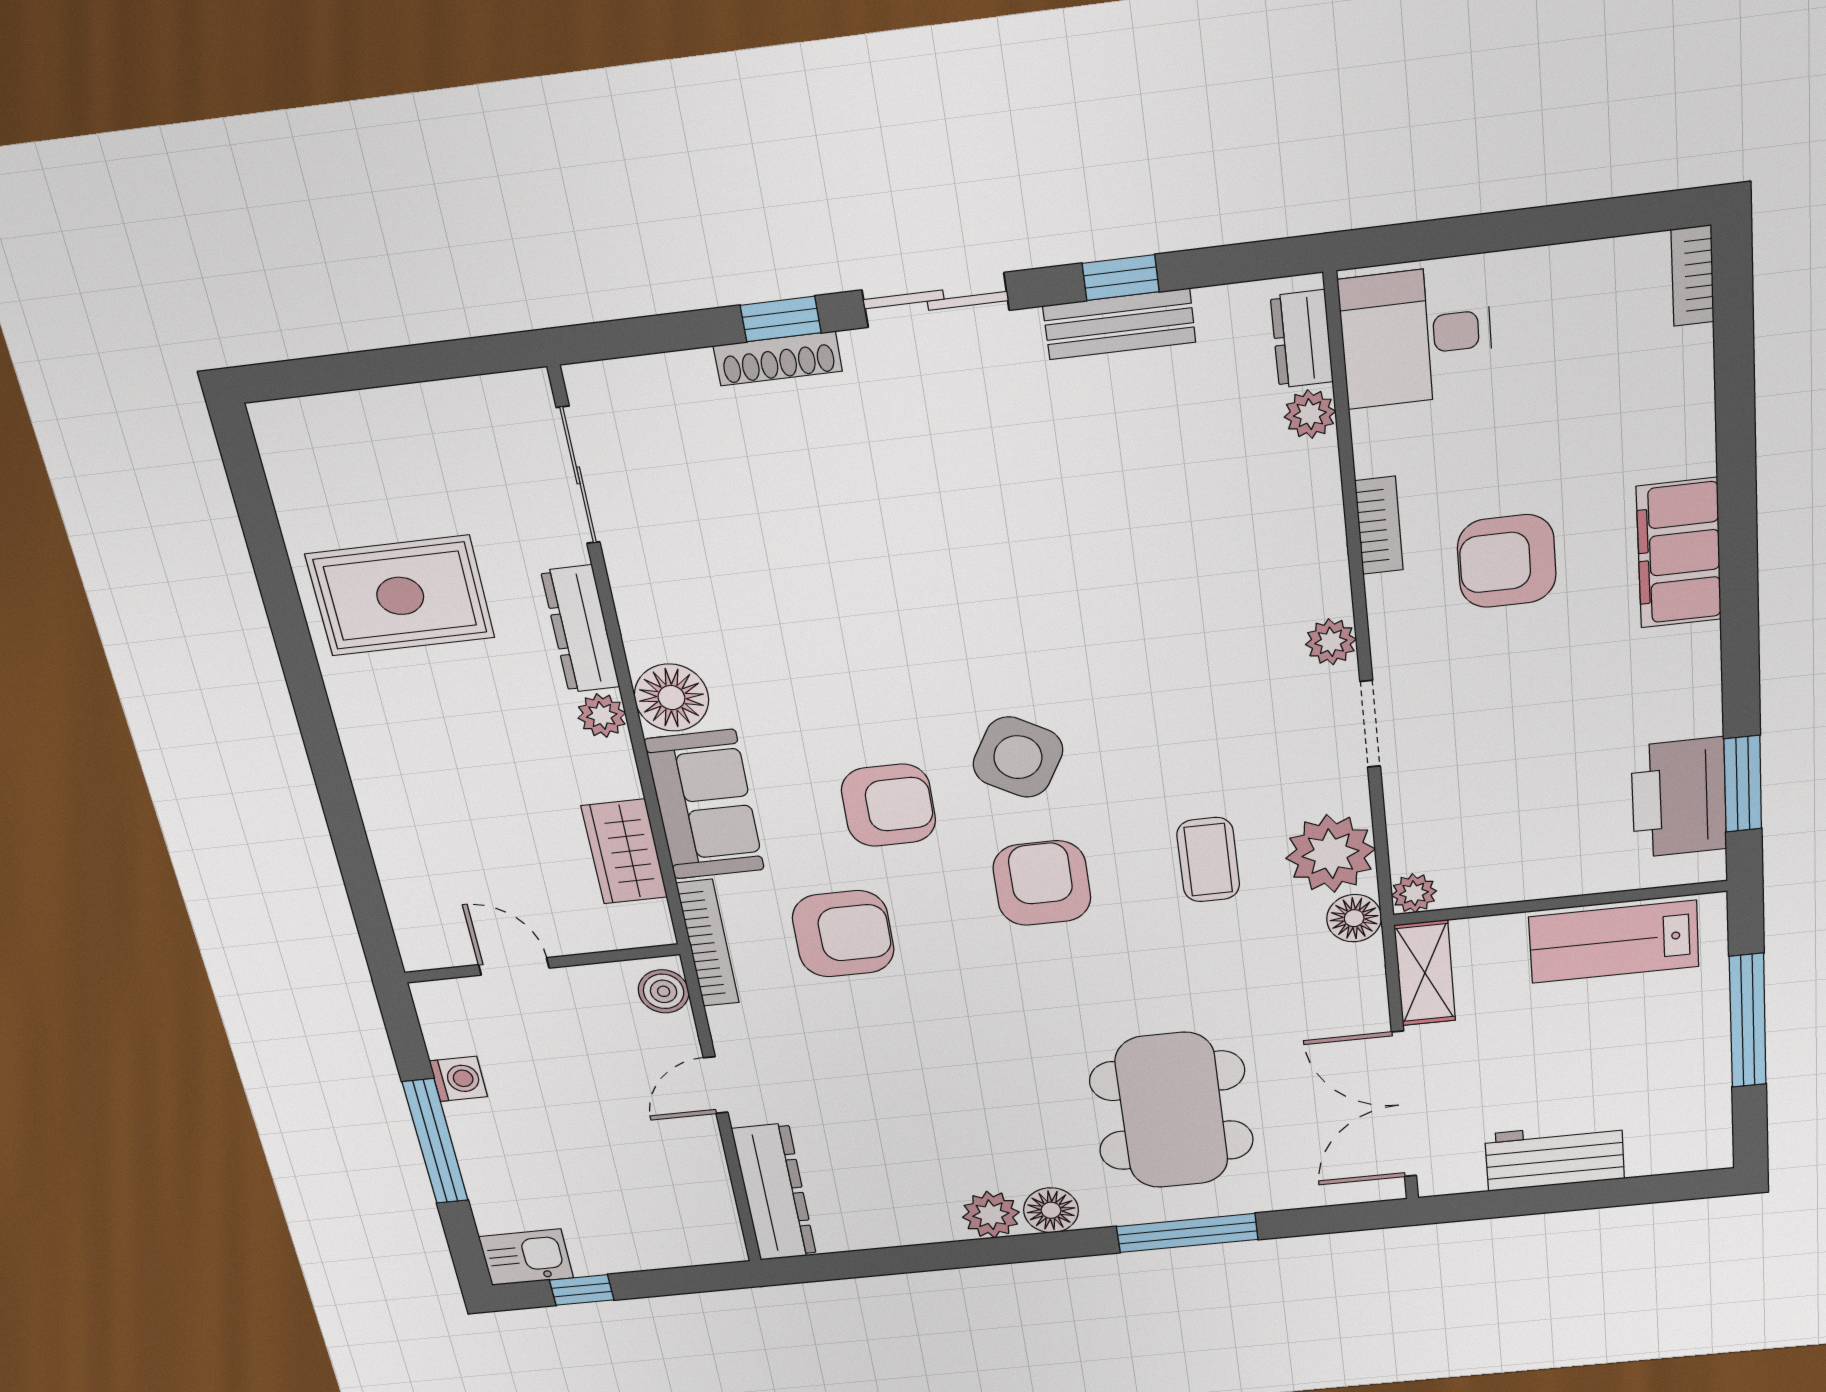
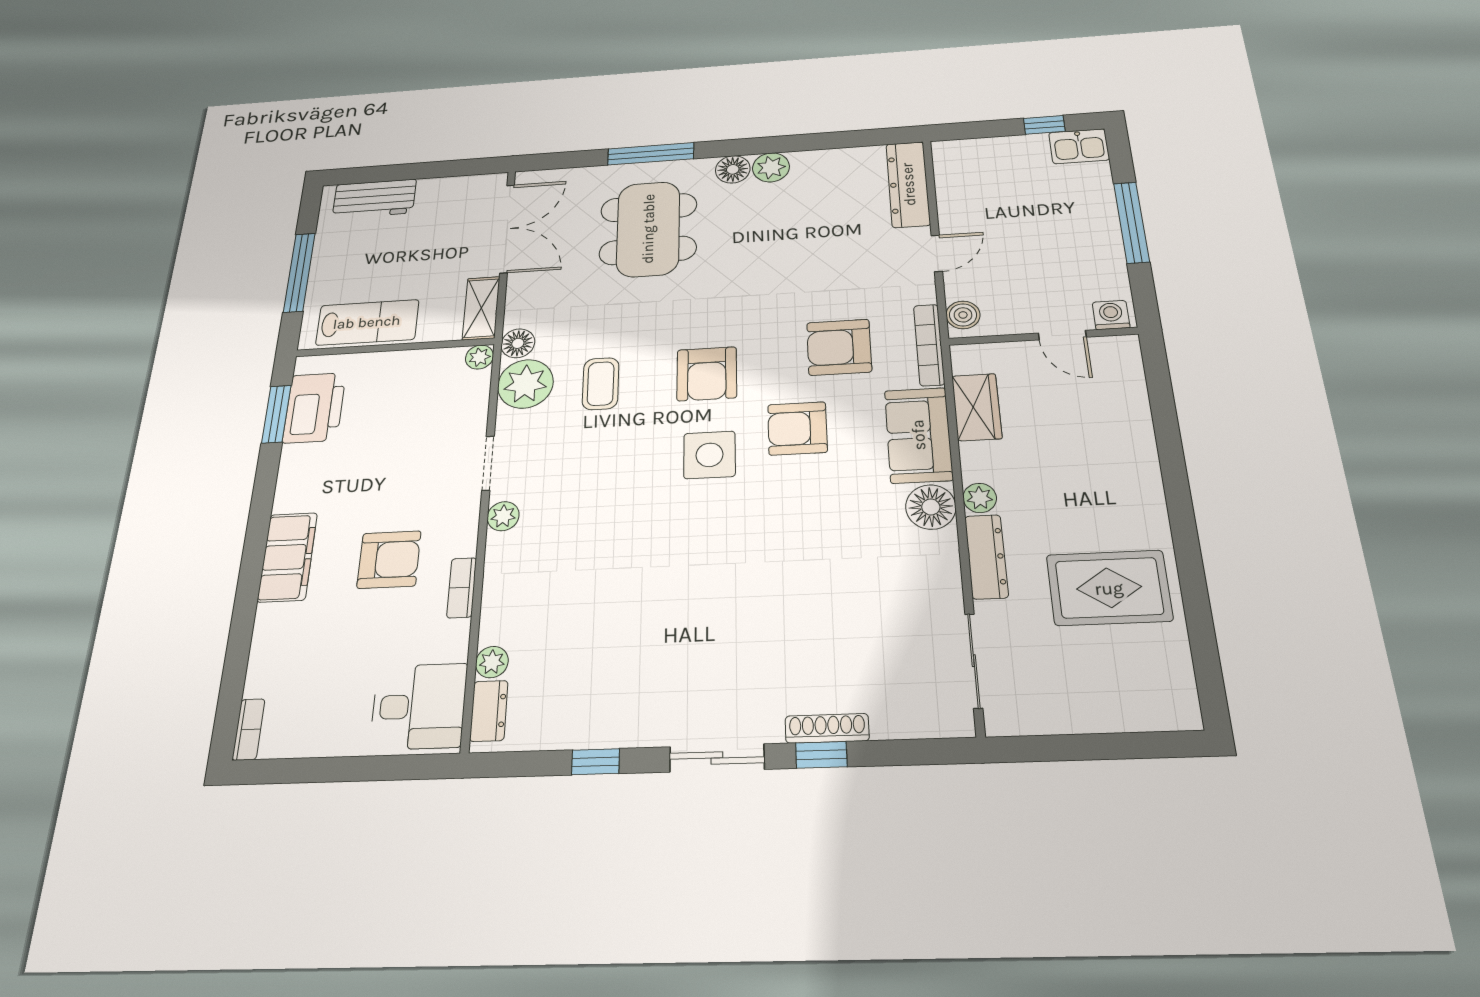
bench: (1119, 324) -> (601, 731), removed
side table: (1018, 757) -> (709, 455), turned -30
washing machine: (458, 1079) -> (1111, 315), moved, turned 90
workbench: (1555, 1156) -> (374, 199), moved

